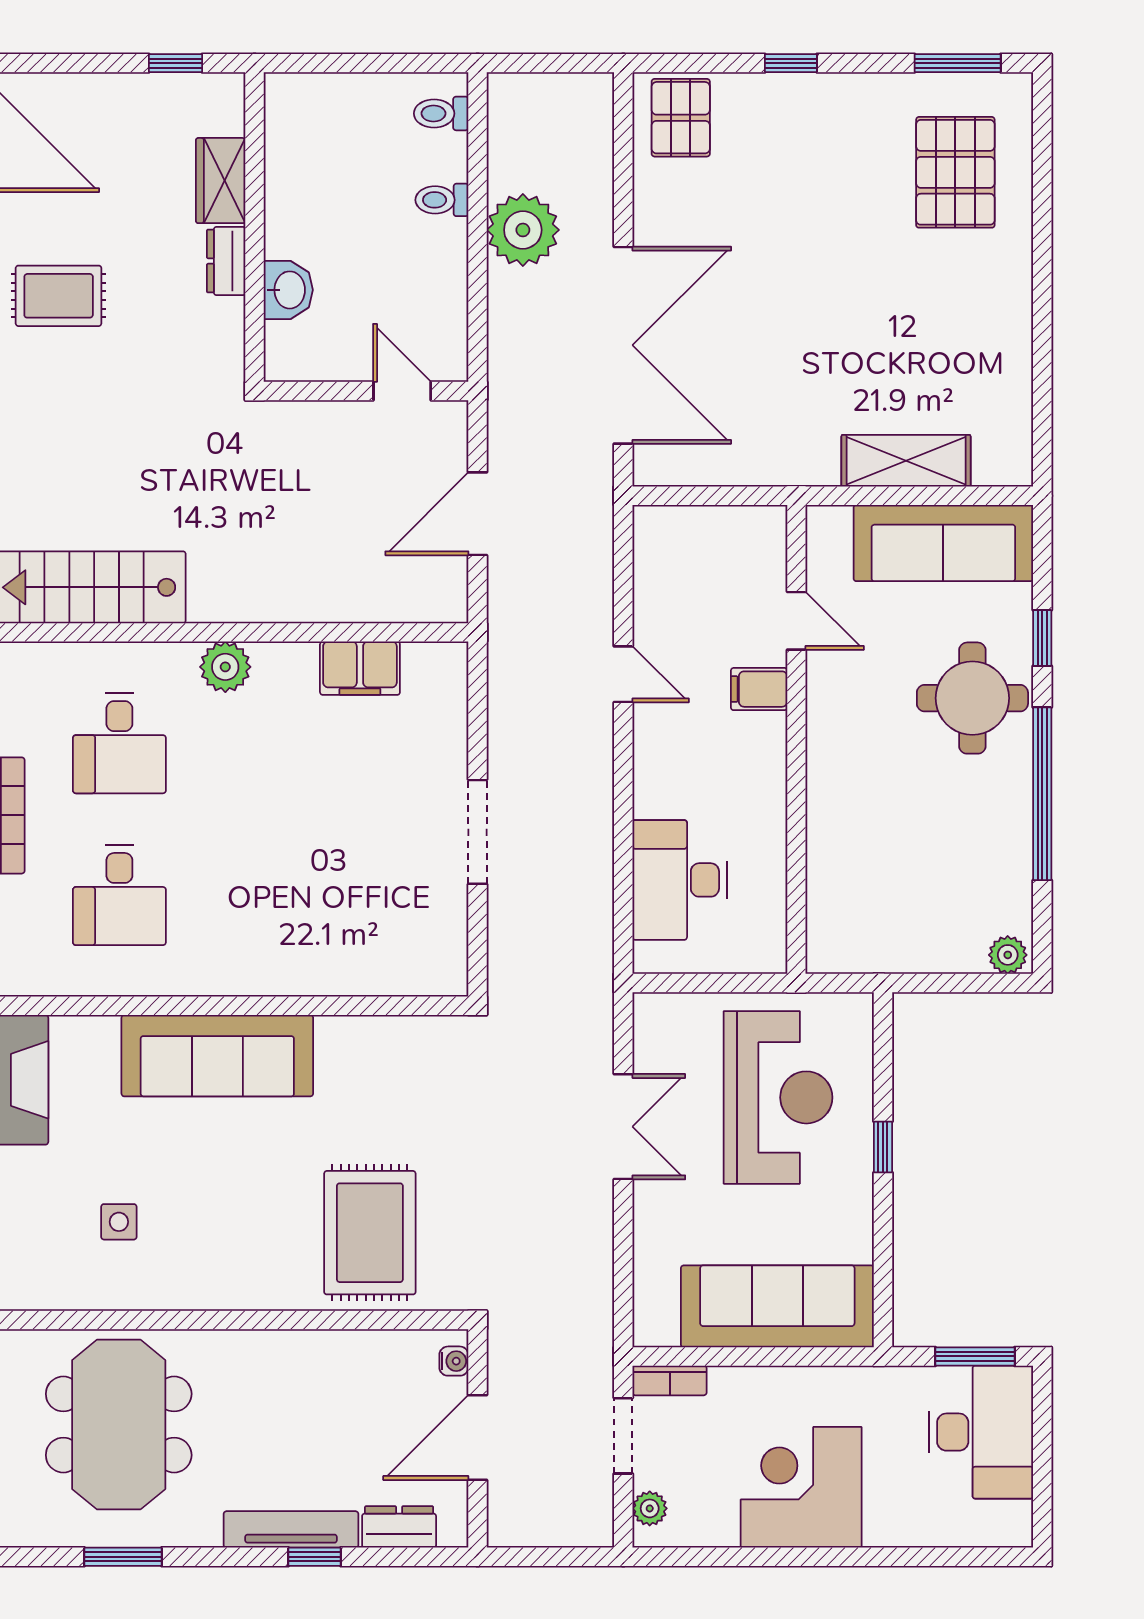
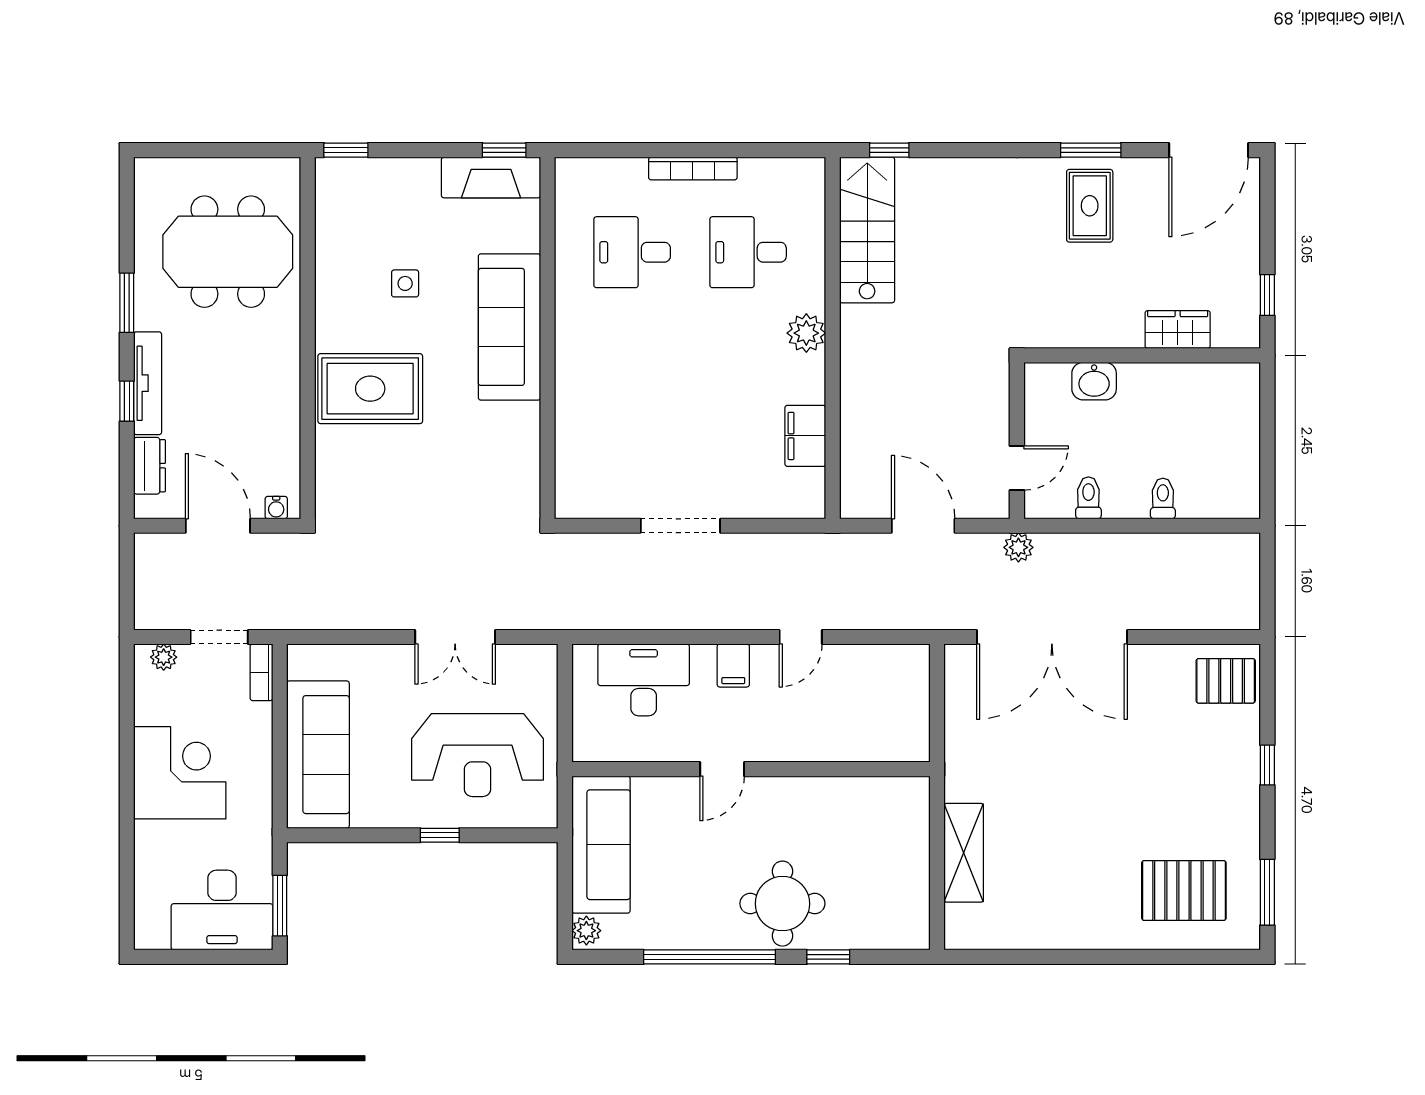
toilet: (441, 113) -> (1088, 498), moved
plant: (523, 230) -> (1018, 547), moved, width x0.53, depth x0.53
dresser: (226, 261) -> (1116, 334), removed
sofa: (943, 543) -> (601, 845), moved, turned 180
door: (796, 621) -> (722, 769), moved
filing cabinet: (759, 689) -> (733, 665), moved, turned 180
side table: (119, 1222) -> (405, 283), moved
rug: (370, 1233) -> (370, 389), moved
window: (123, 1557) -> (127, 303), moved

